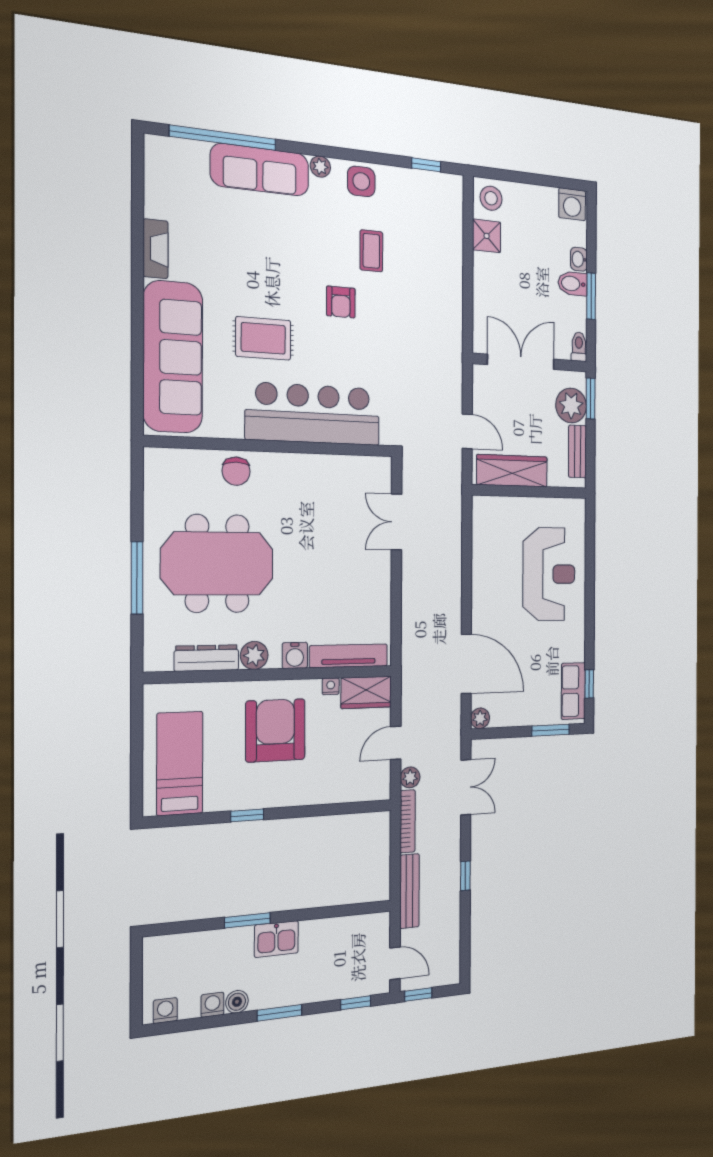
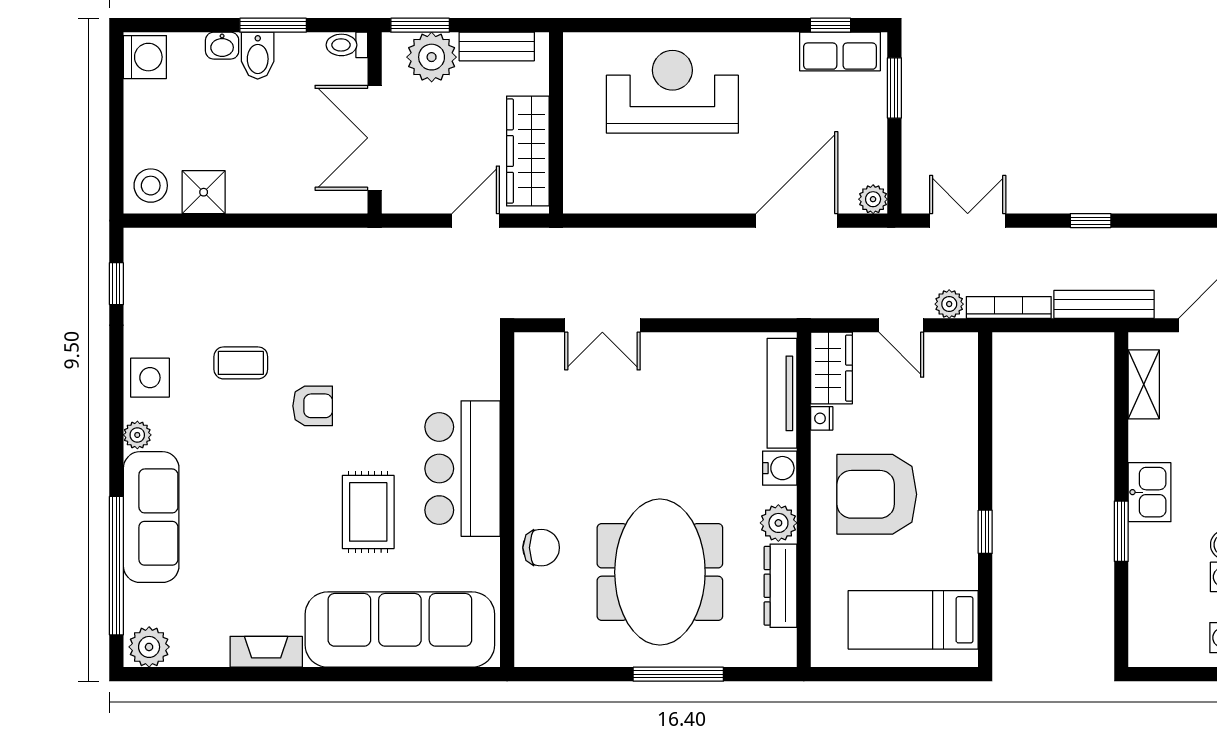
plant: (160, 155) -> (149, 647), added
bar counter: (313, 414) -> (463, 469), width x0.73
shelving: (354, 926) -> (1144, 384), added

